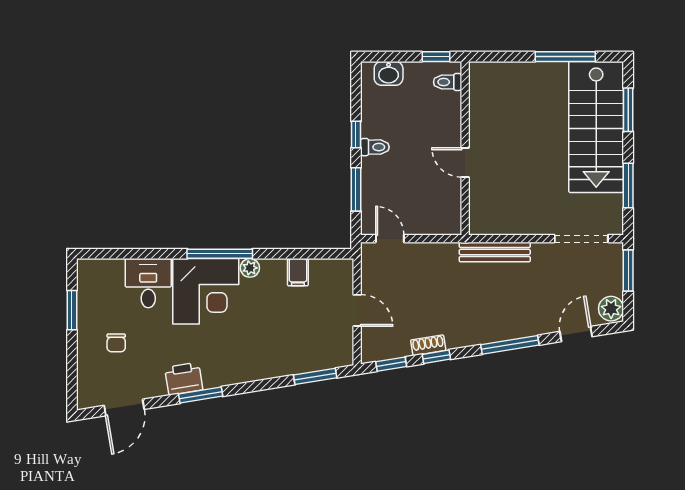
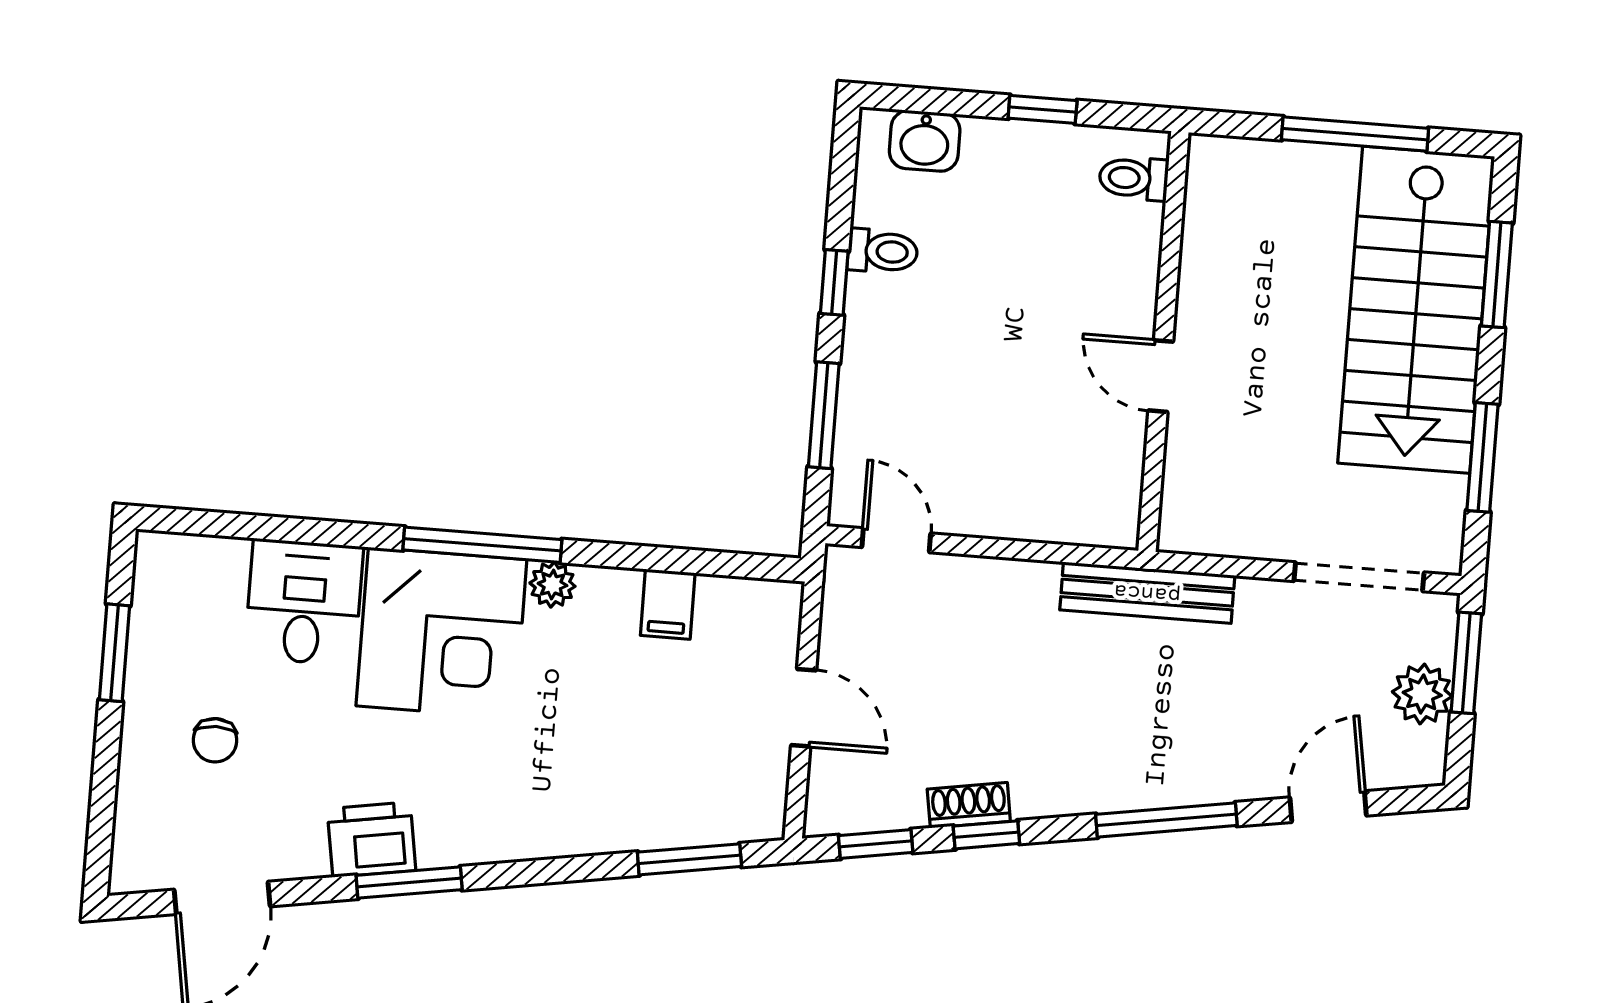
toilet: (448, 82) -> (1134, 178), moved
toilet: (375, 147) -> (883, 251), moved
wall: (465, 148) -> (1163, 342), moved
door: (465, 162) -> (1161, 376), moved
plant: (611, 309) -> (1422, 694), moved

